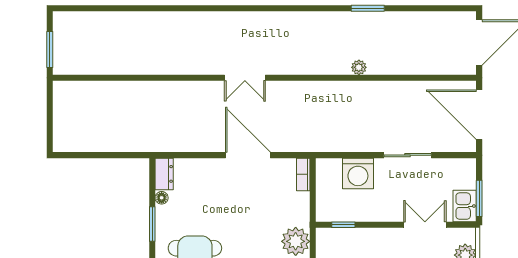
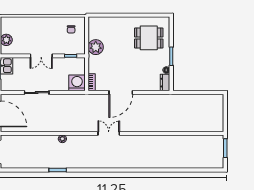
double door: (245, 78) -> (109, 133), moved
door: (248, 155) -> (121, 93), hinge flipped
washing machine: (358, 173) -> (77, 83), moved
double door: (425, 225) -> (41, 56), moved

